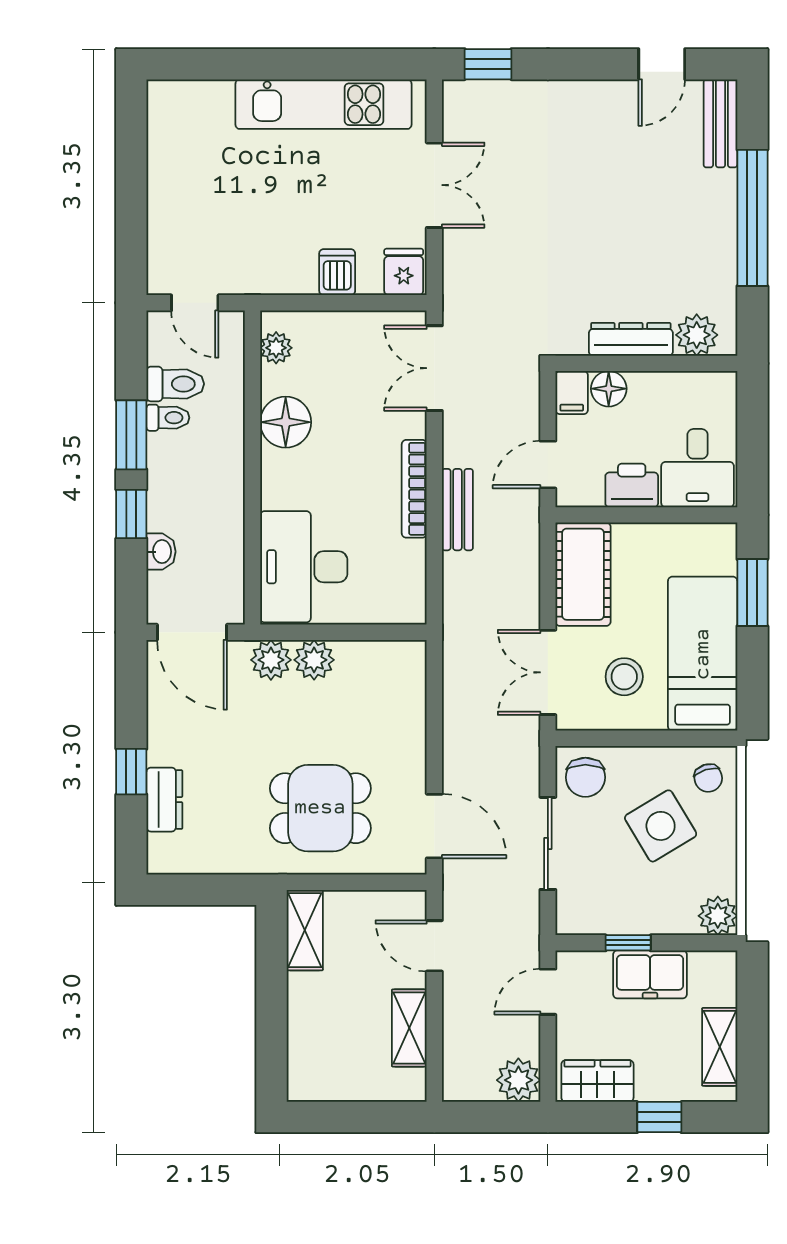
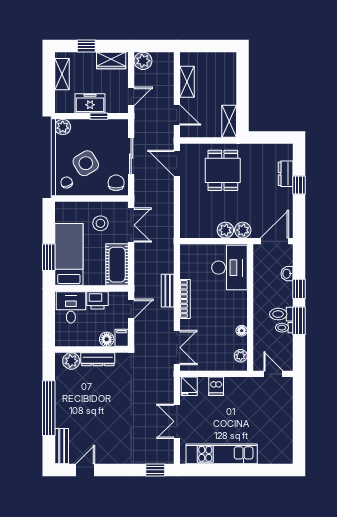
toilet: (175, 384) -> (281, 314), moved
floor lamp: (286, 422) -> (242, 331), width x0.53, depth x0.53
door: (192, 632) -> (275, 241), hinge flipped
bed: (703, 654) -> (69, 254), moved, turned 180
dining table: (320, 808) -> (223, 170), turned 90

